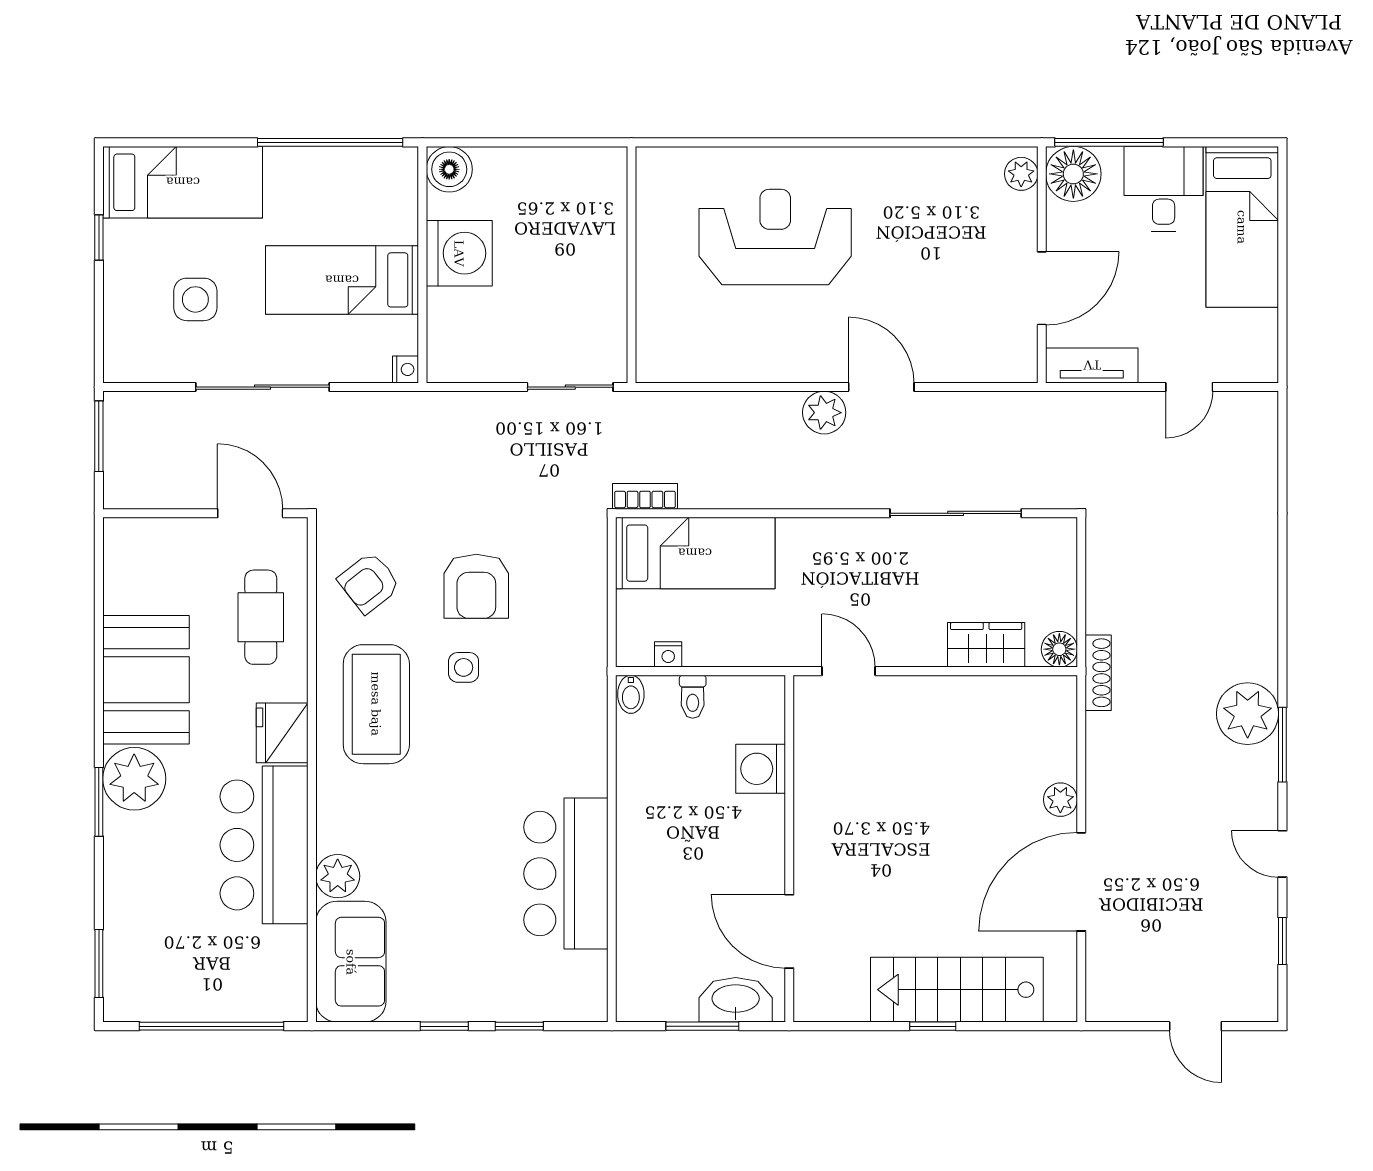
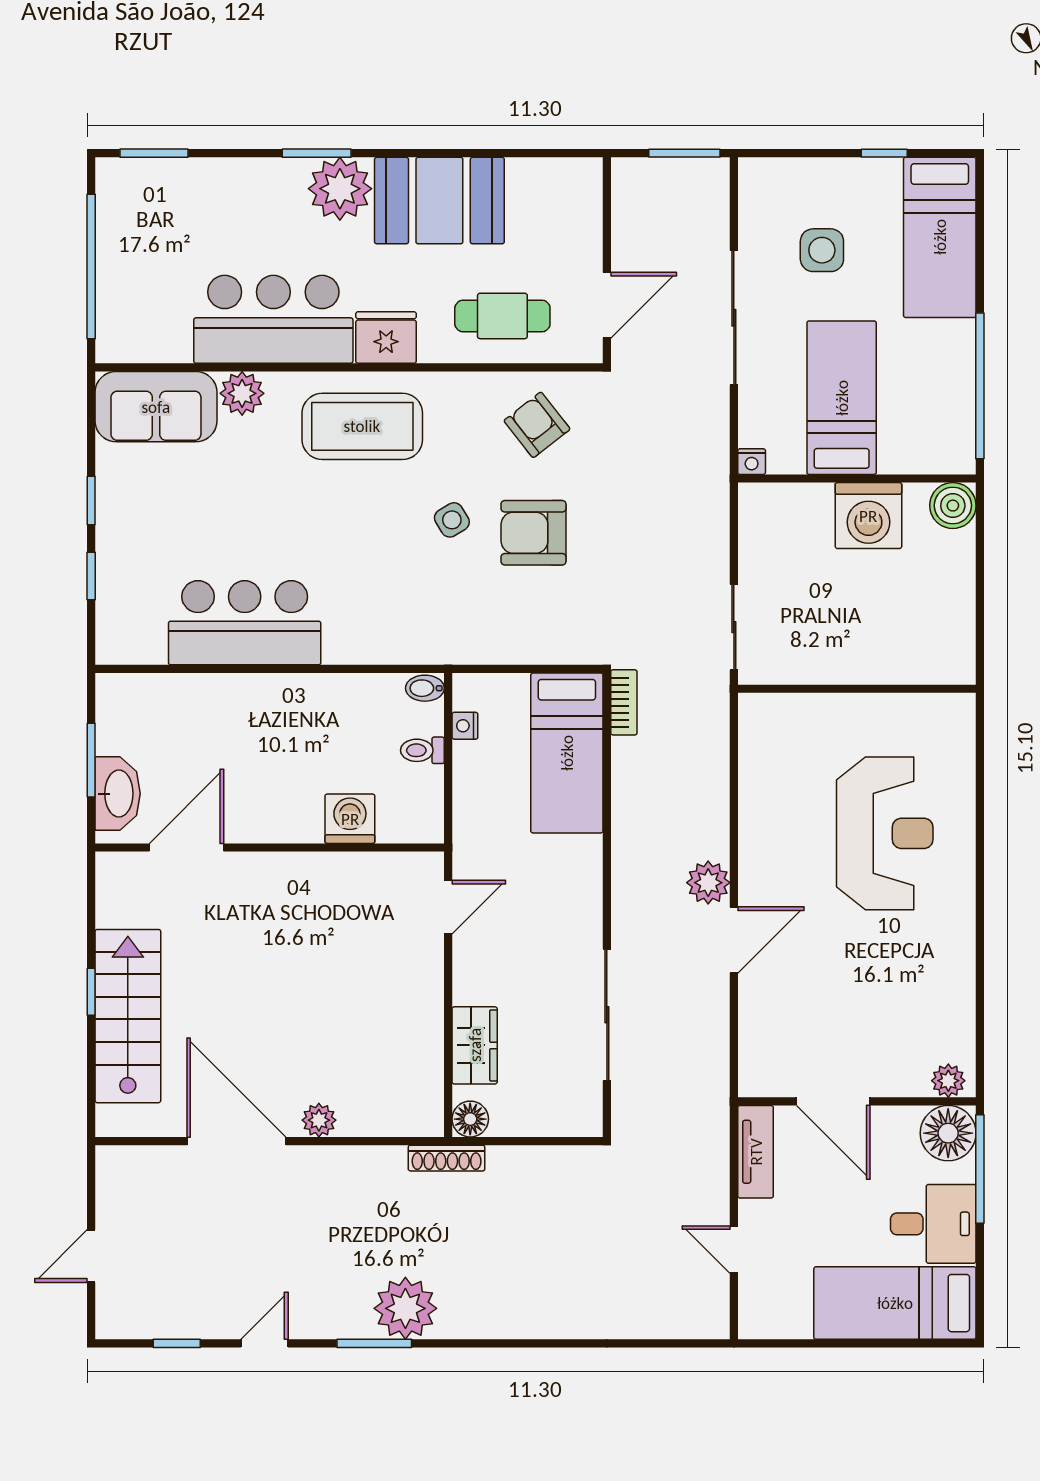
side table: (464, 667) -> (452, 520), turned -31
coffee table: (376, 704) -> (362, 426), moved

